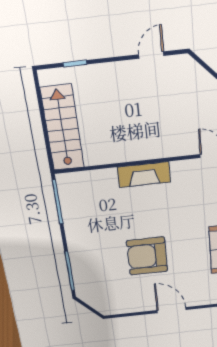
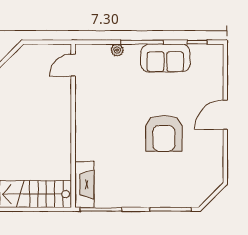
fireplace: (144, 175) -> (84, 184), moved

